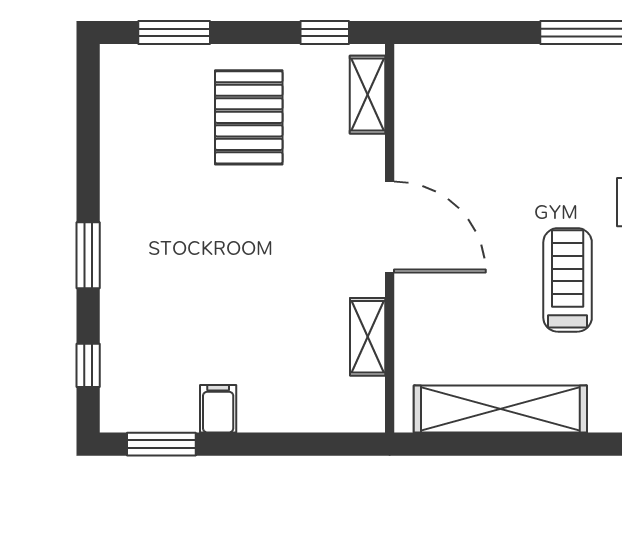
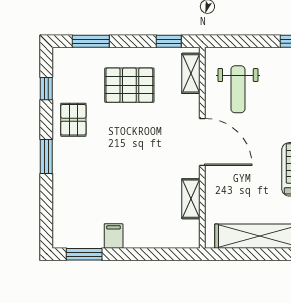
pallet: (249, 117) -> (129, 85), turned 90
weight bench: (458, 125) -> (238, 89), added
pallet: (140, 184) -> (73, 120), added
window: (88, 365) -> (46, 89), moved

